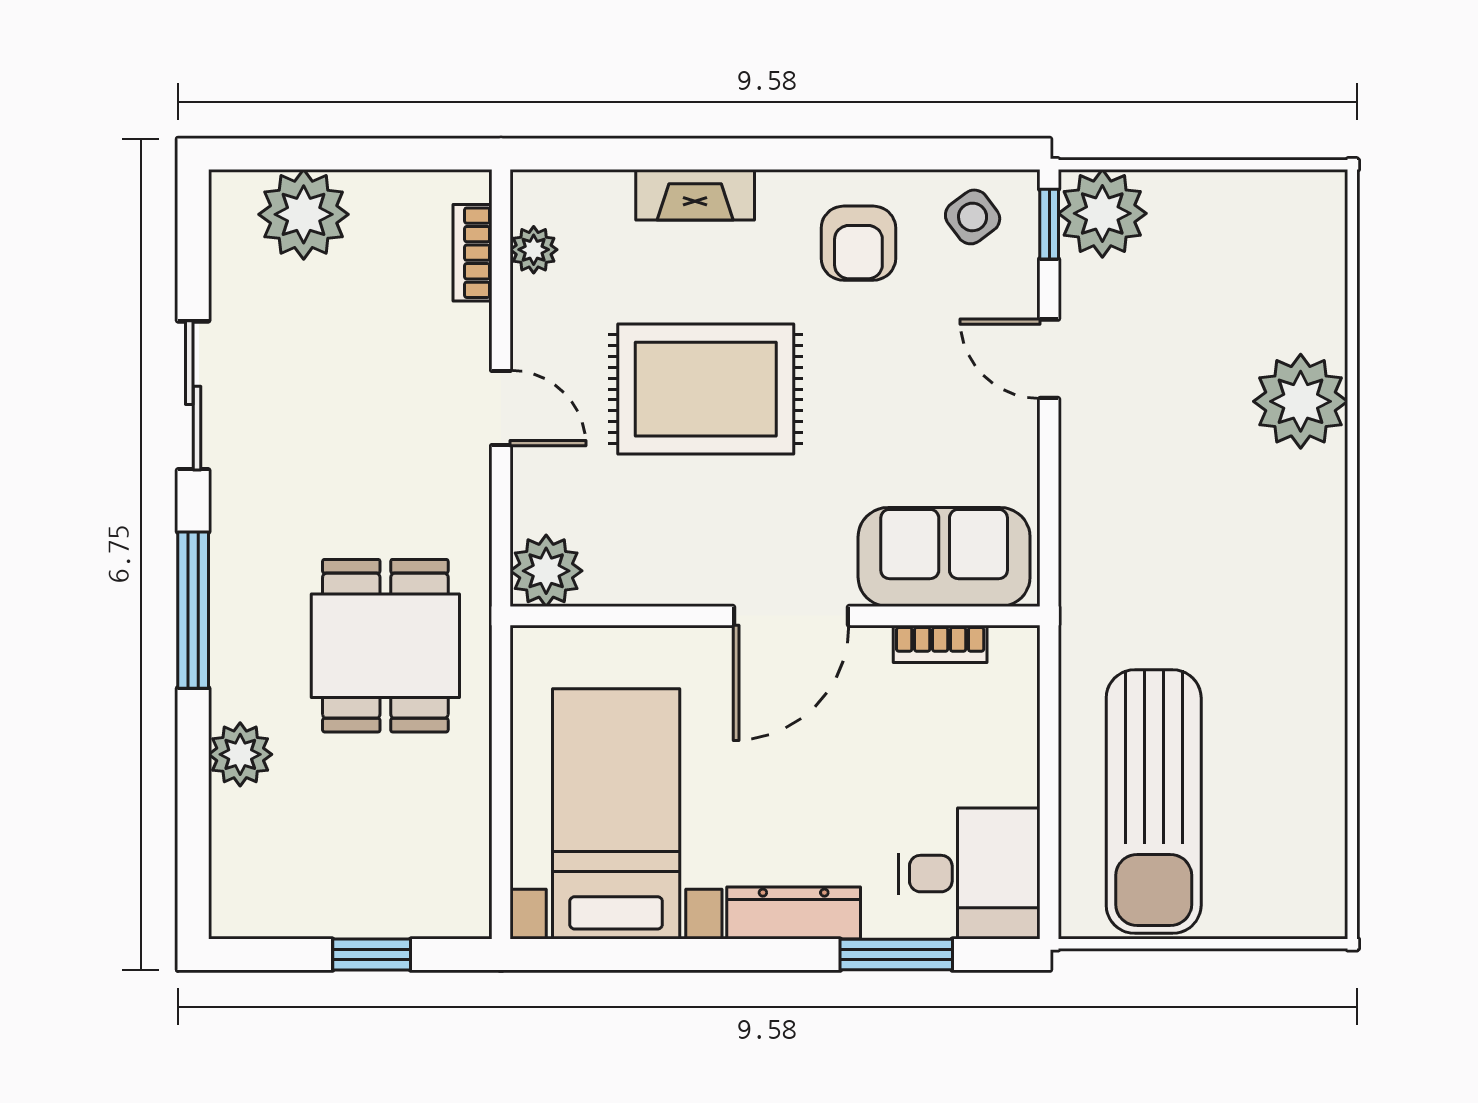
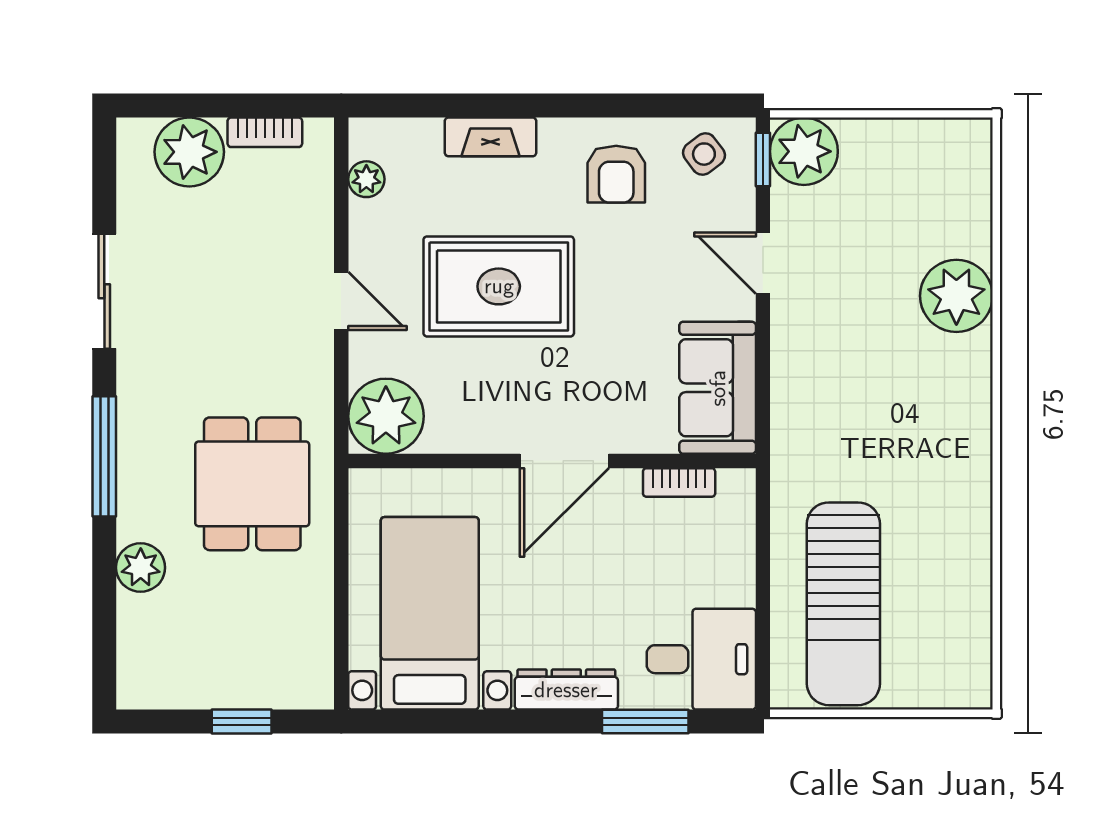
bookcase: (472, 253) -> (265, 132), moved, turned -90
sofa: (944, 557) -> (718, 388), moved, turned -90
plant: (546, 571) -> (386, 416), width x1.36, depth x1.36

